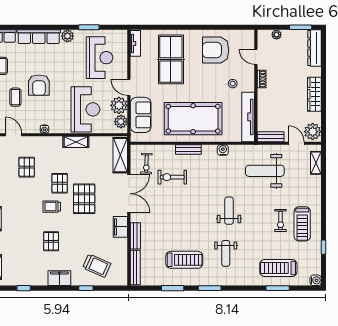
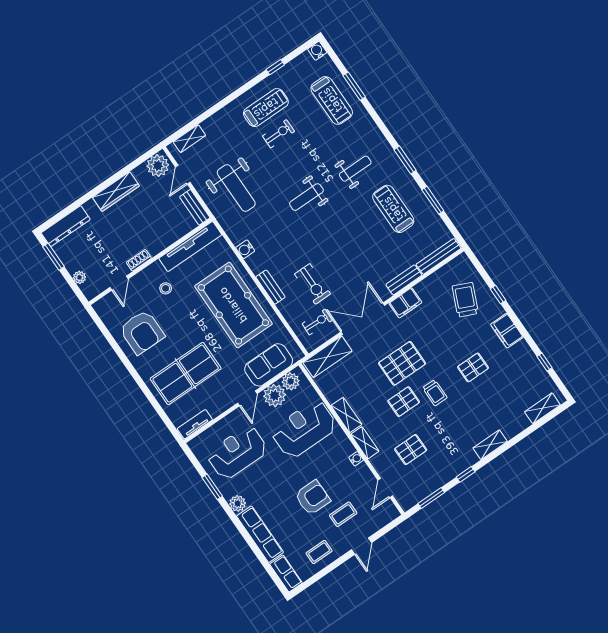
shelving: (51, 141) -> (365, 443), added

